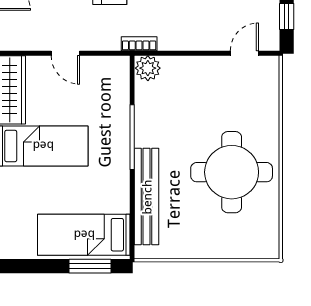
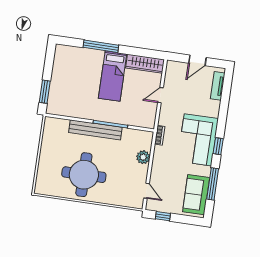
plant: (148, 68) -> (143, 157), moved
bench: (147, 197) -> (95, 130), moved
bed: (84, 235) -> (62, 91), removed

